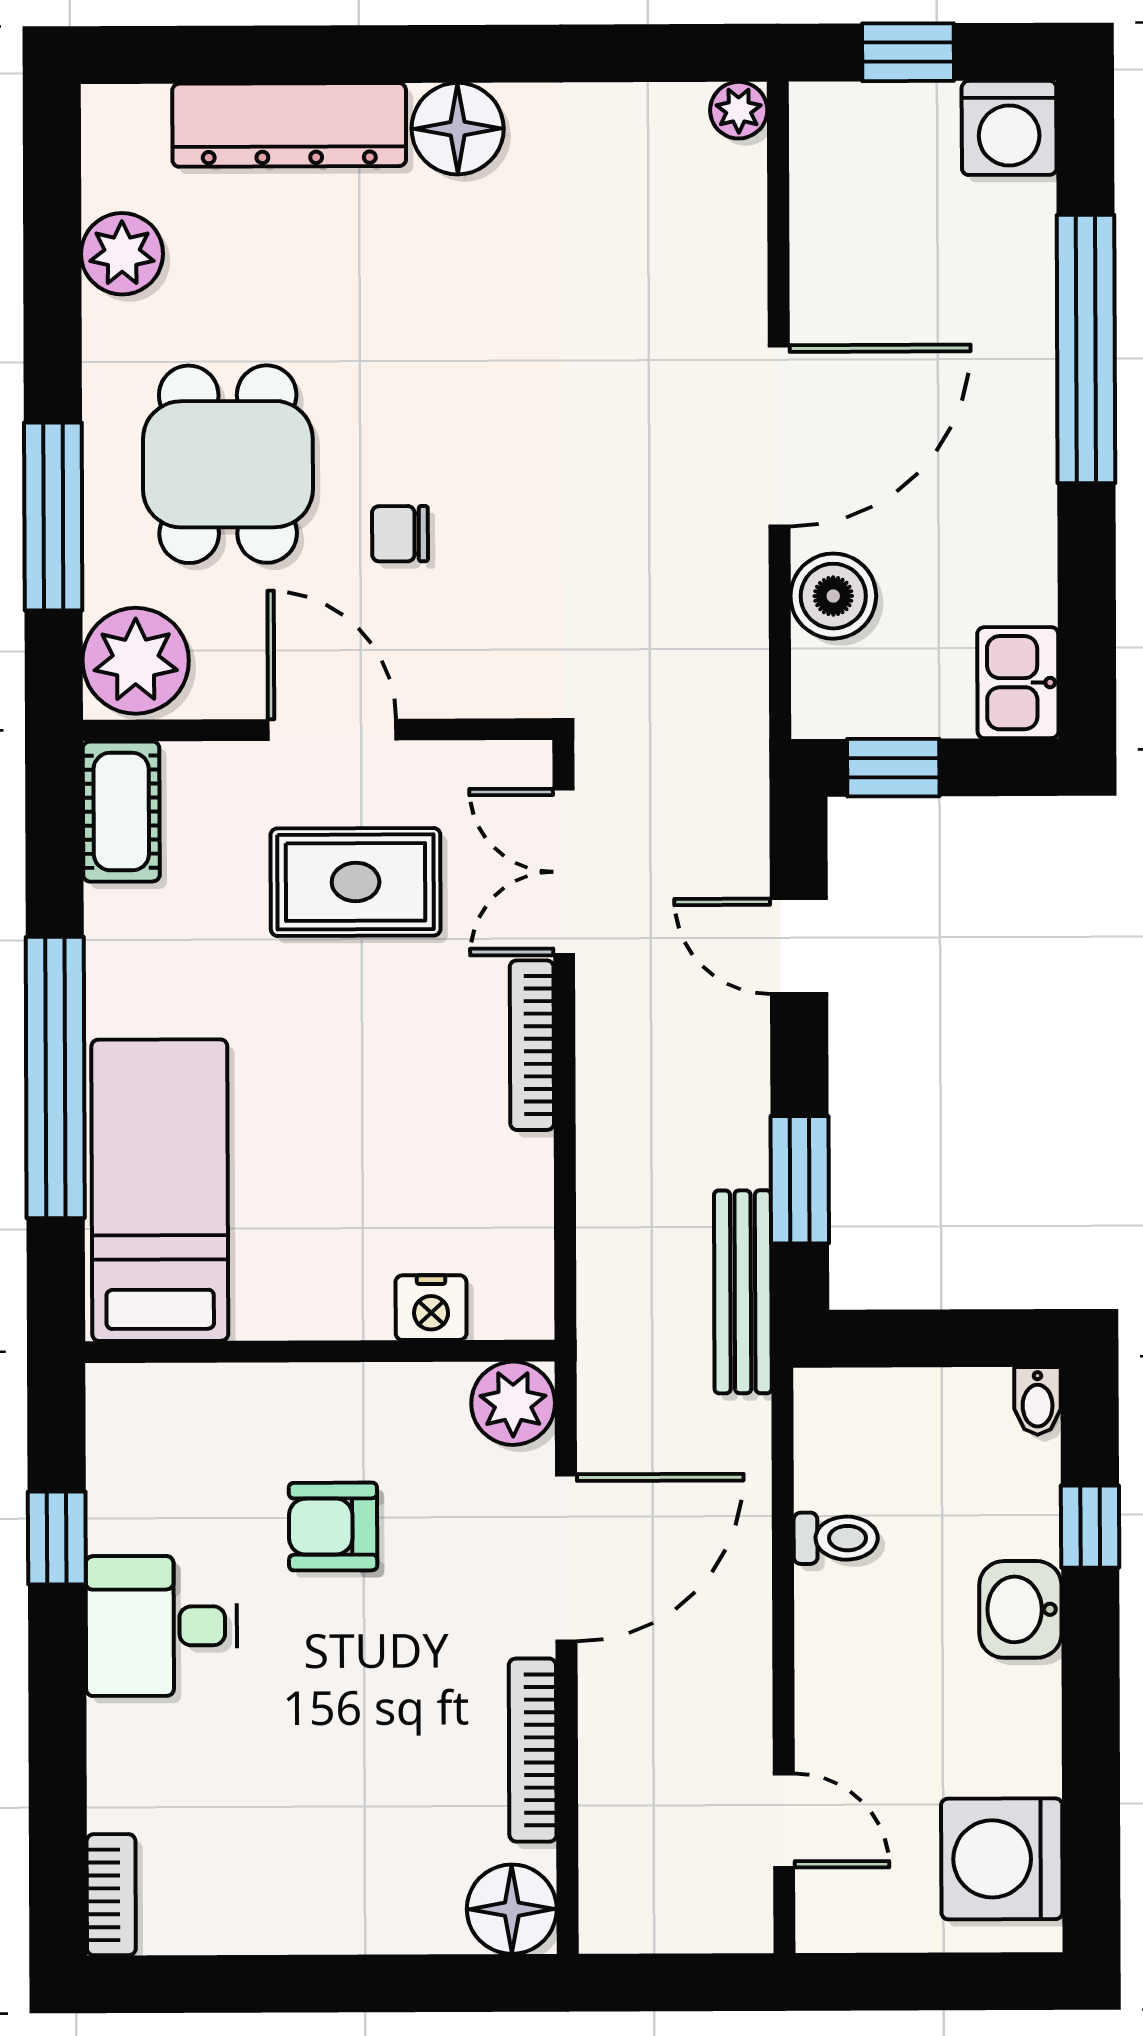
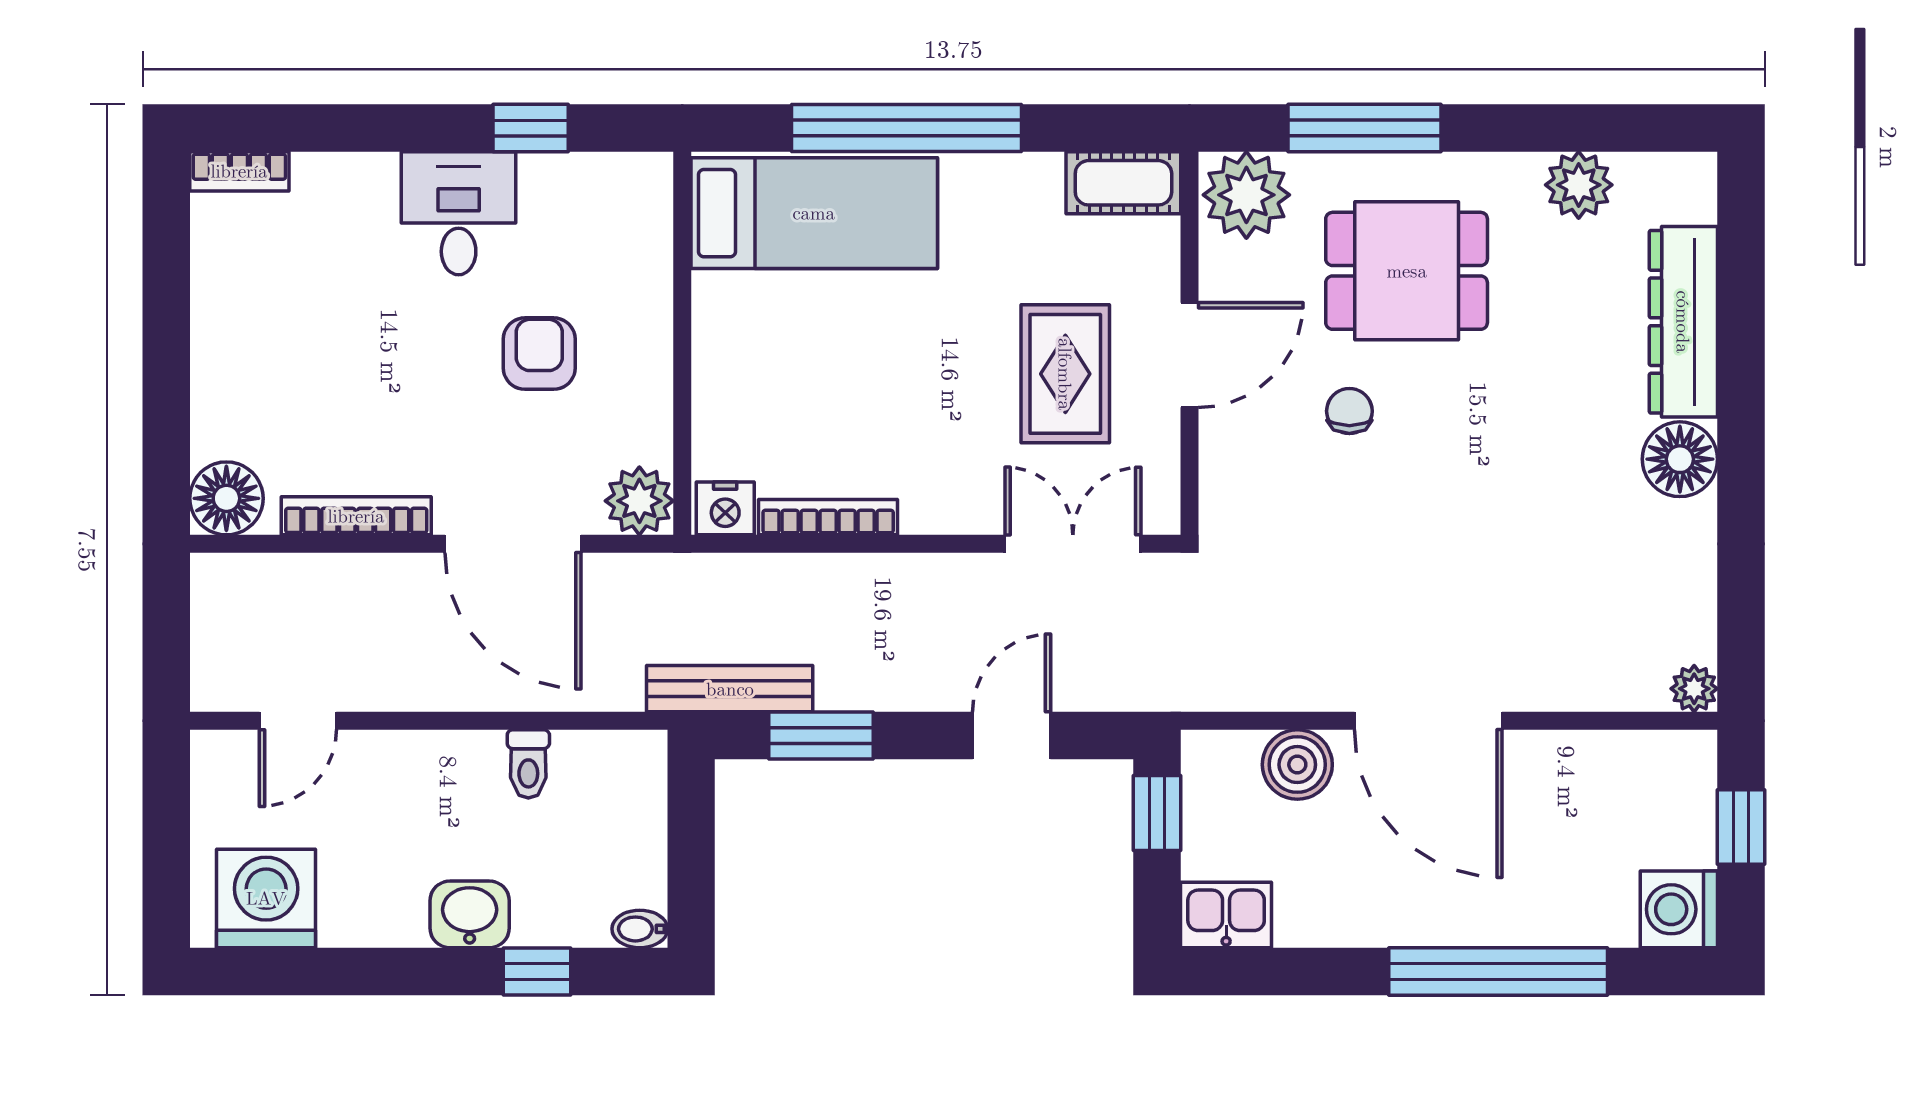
bookcase: (532, 1045) -> (828, 517), moved
nightstand: (431, 1308) -> (725, 508), moved, turned -90

